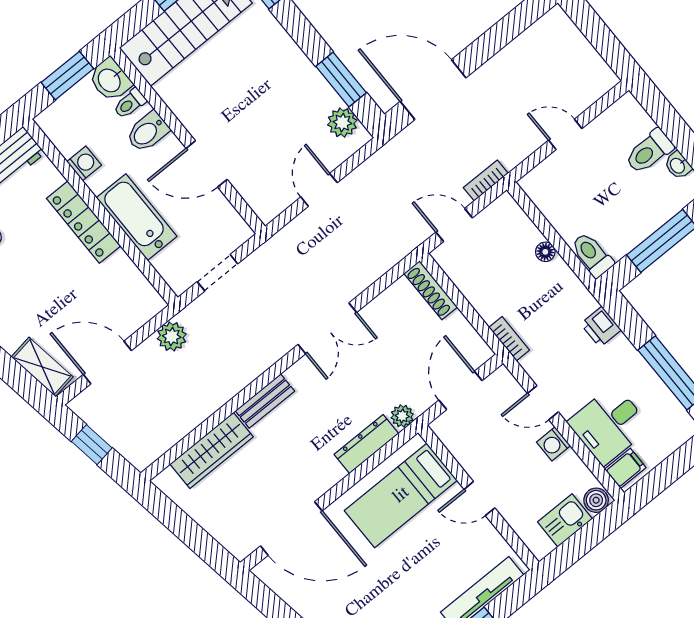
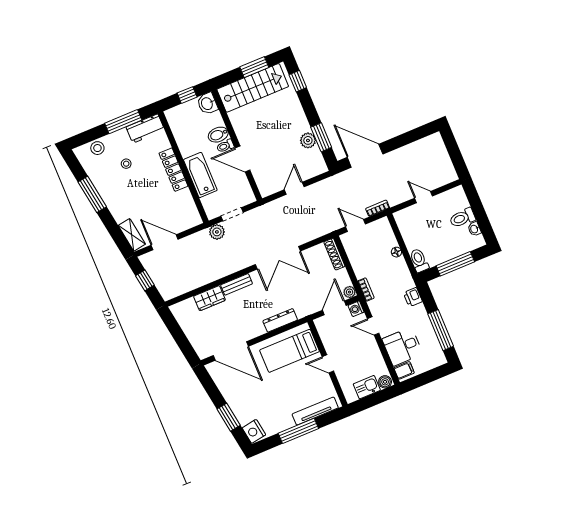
window: (67, 76) -> (187, 95), width x0.67
toilet: (130, 103) -> (225, 146), moved
plant: (342, 123) -> (308, 140), moved
washing machine: (84, 163) -> (182, 141), removed
double door: (327, 328) -> (278, 258), width x1.37
plant: (172, 336) -> (217, 232), moved
plant: (402, 416) -> (350, 292), moved
washing machine: (553, 444) -> (356, 309), moved
wardrobe: (212, 450) -> (209, 298), width x0.67

